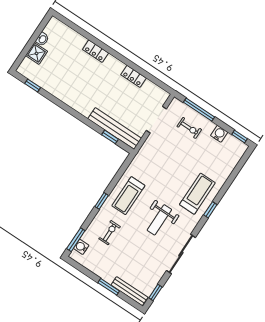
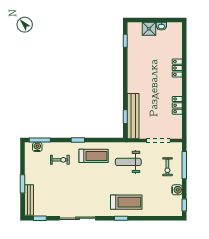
treadmill: (128, 196) -> (94, 156), turned 180
weight bench: (159, 220) -> (128, 162), moved

